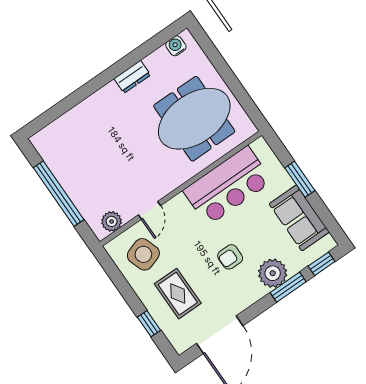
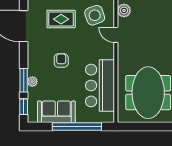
window: (300, 179) -> (77, 126), width x2.11
plant: (273, 273) -> (32, 82), width x0.53, depth x0.53

